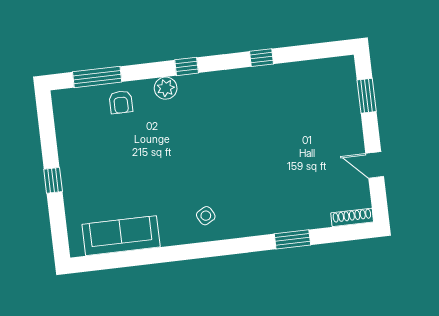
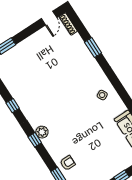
plant: (166, 88) -> (42, 132), moved
door: (375, 165) -> (49, 18), moved

